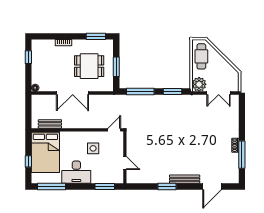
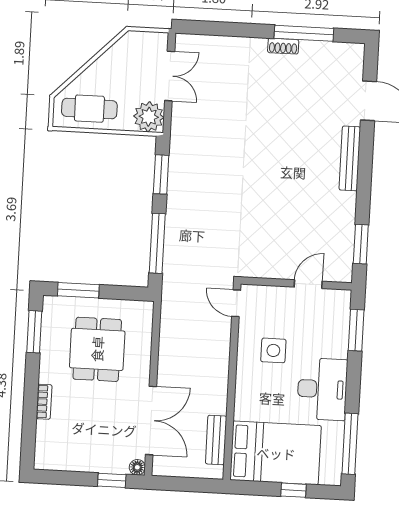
window: (28, 57) -> (112, 480), moved
window: (116, 67) -> (78, 290), moved
double door: (73, 93) -> (151, 420), moved
window: (167, 186) -> (361, 244), moved

